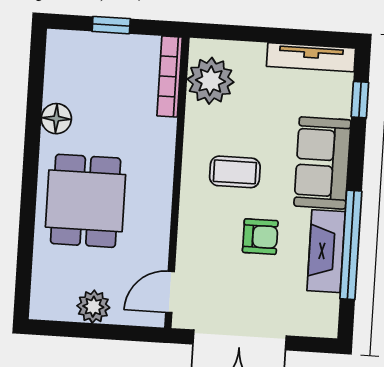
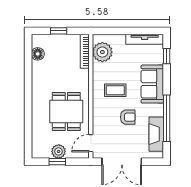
floor lamp: (56, 119) -> (38, 54), moved
dining table: (86, 201) -> (66, 111), moved
fireplace: (326, 251) -> (156, 134), moved
window: (89, 330) -> (57, 162), added

